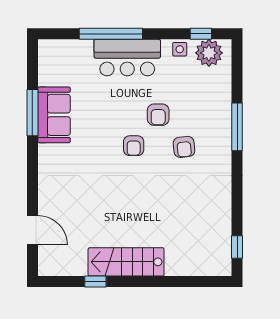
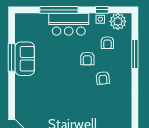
window: (201, 34) -> (102, 10), moved
window: (237, 127) -> (135, 54), moved
armchair: (134, 146) -> (107, 43), moved

